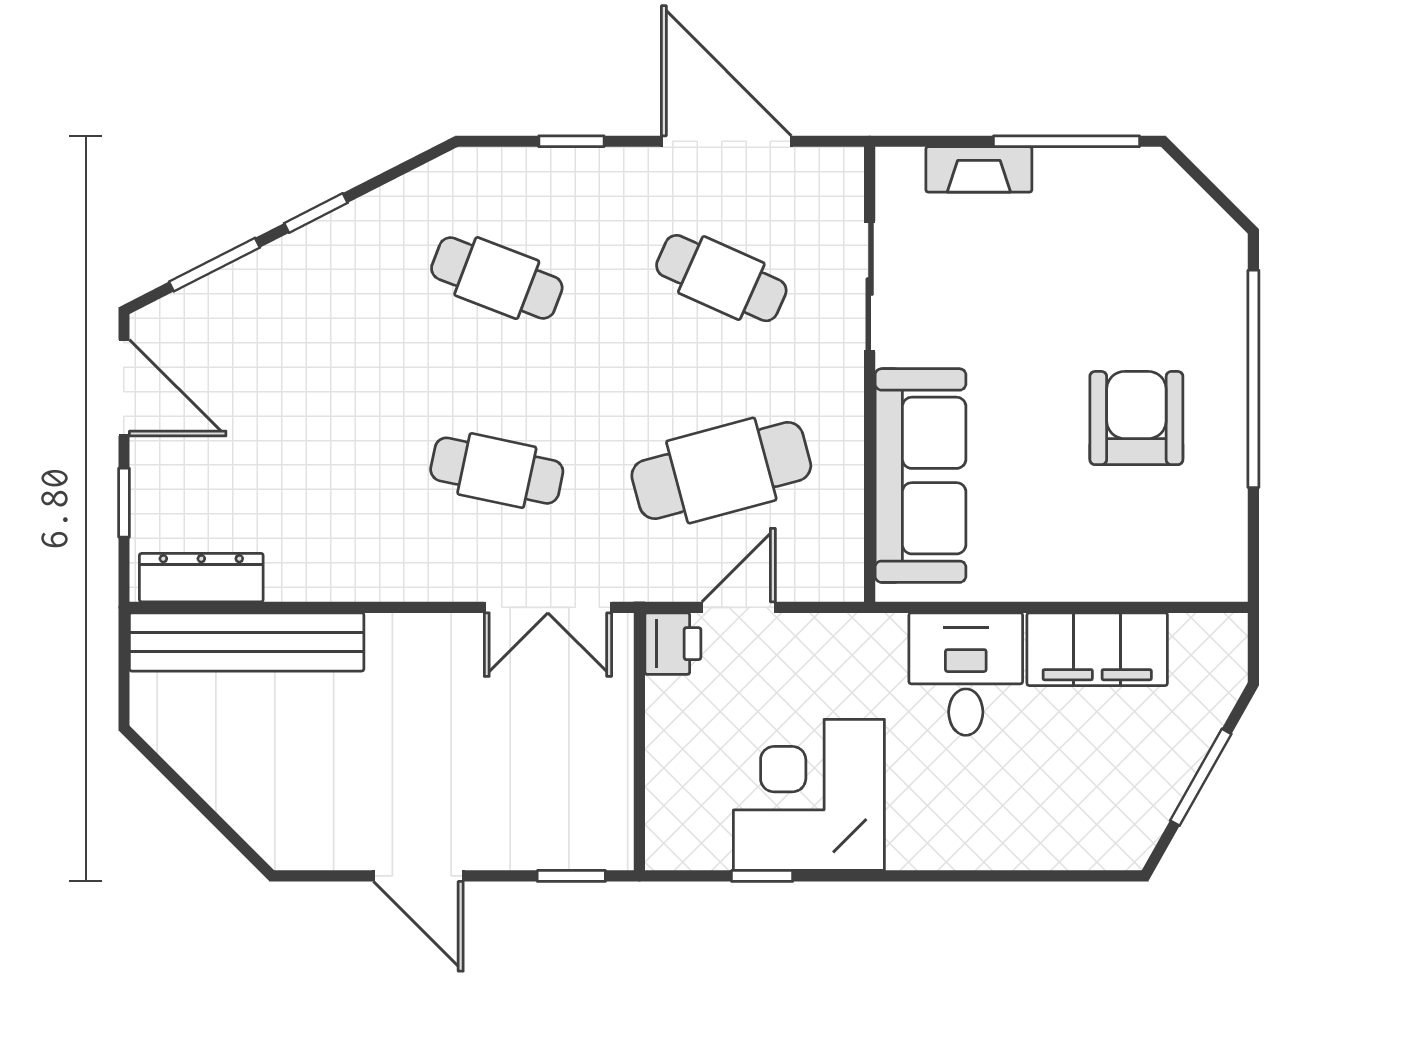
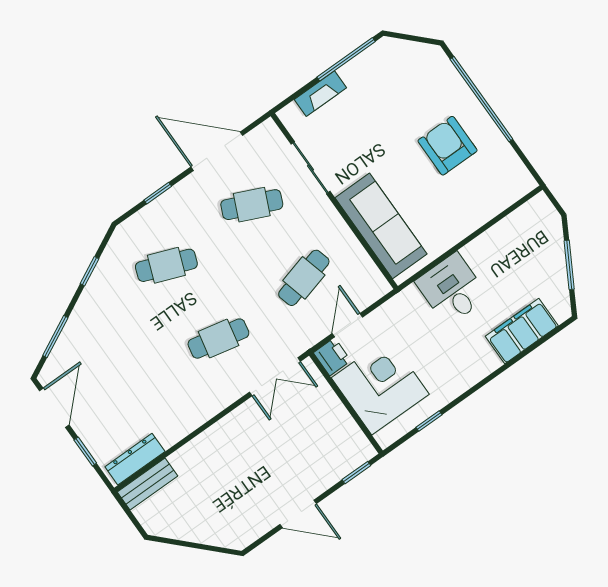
window: (316, 213) -> (90, 271), moved
door: (124, 388) -> (54, 408), hinge flipped
cafe table: (721, 471) -> (304, 278), width x0.73, depth x0.74
bench: (247, 642) -> (148, 484), width x0.54, depth x0.82
filing cabinet: (1097, 649) -> (522, 331), moved, turned 180
corner desk: (809, 795) -> (380, 386), moved, turned 90

